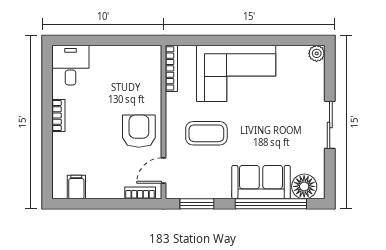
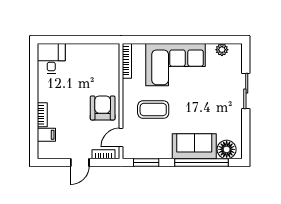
plant: (317, 53) -> (222, 50), moved
bookcase: (58, 116) -> (42, 115), moved
sliding door: (330, 125) -> (246, 91), moved
filing cabinet: (76, 187) -> (46, 135), moved, turned 90
door: (109, 204) -> (80, 162), added

